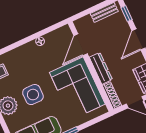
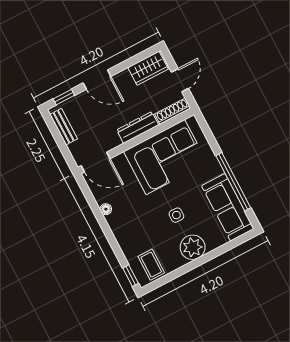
door: (81, 45) -> (96, 162), moved
side table: (33, 95) -> (176, 215), width x0.54, depth x0.54

